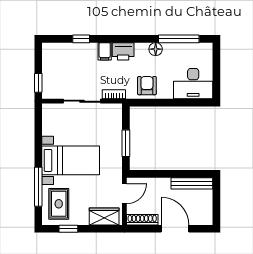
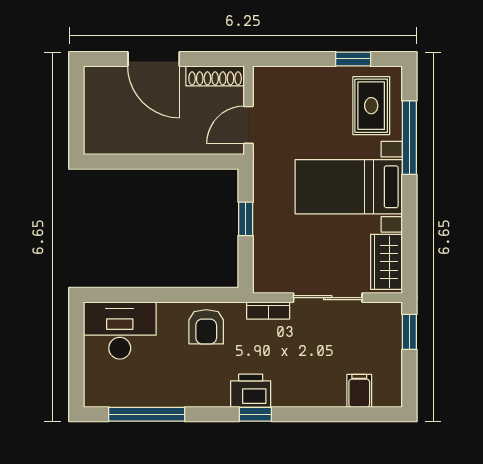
window: (81, 39) -> (255, 414), moved
floor lamp: (156, 49) -> (190, 395), removed
filing cabinet: (105, 51) -> (359, 391), moved
window: (126, 143) -> (246, 219), width x0.67
bench: (192, 183) -> (122, 144), removed
wardrobe: (104, 217) -> (387, 262), moved, turned 90

